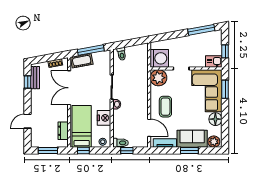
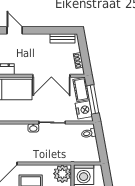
window: (28, 82) -> (58, 30), removed
double door: (69, 88) -> (51, 76), swing flipped
nightstand: (104, 118) -> (84, 110), moved, turned -100

